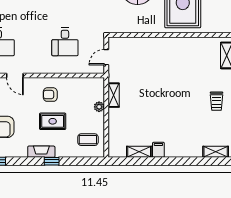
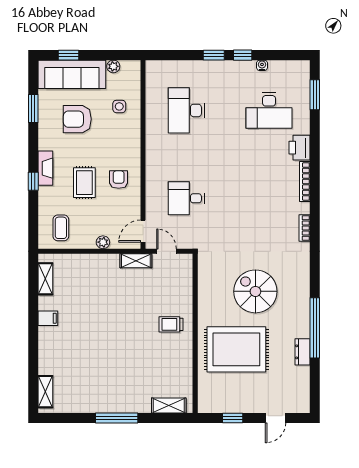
door: (15, 76) -> (143, 231), moved
shelving: (114, 95) -> (136, 261), moved
trolley: (217, 101) -> (171, 324), moved
shelving: (139, 152) -> (45, 279), moved

